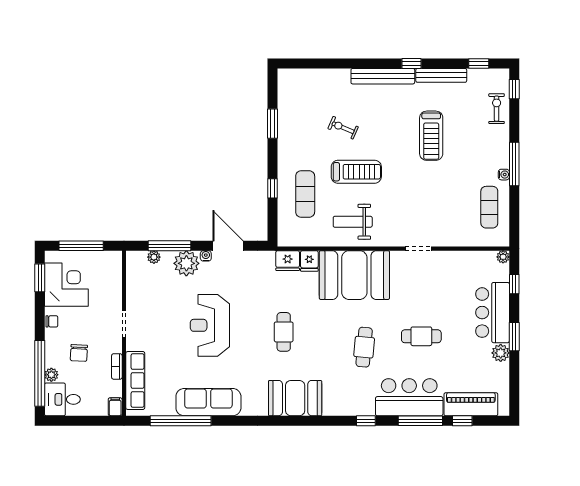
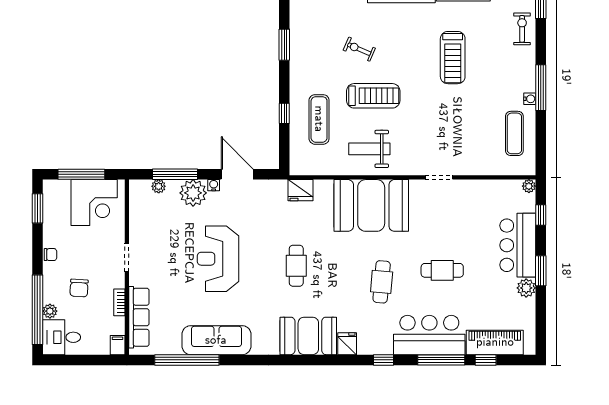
fridge: (309, 261) -> (347, 344), moved, turned 180
corner desk: (66, 285) -> (94, 202), moved, turned 90

